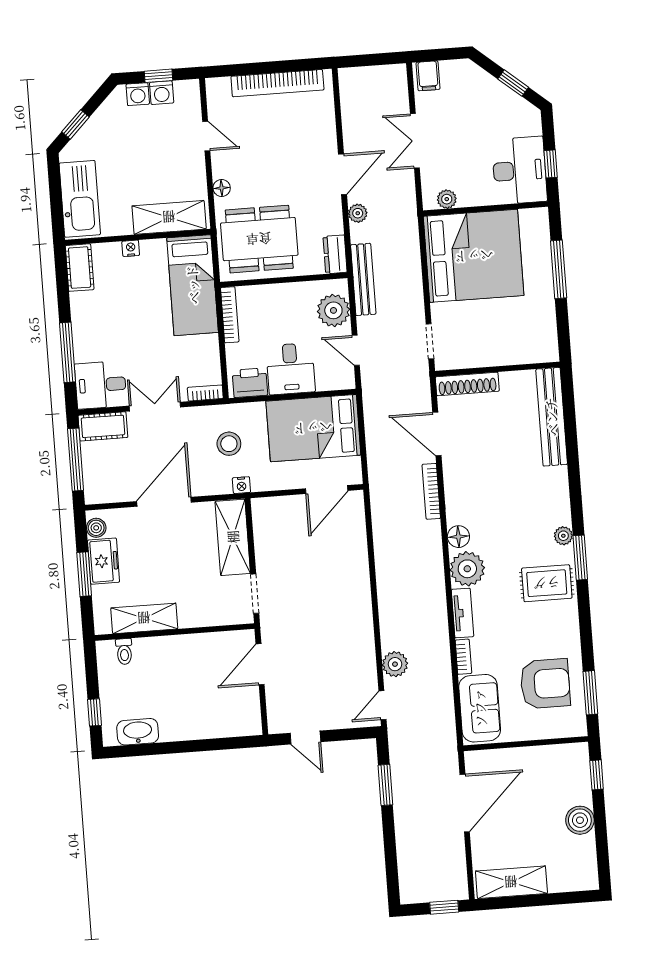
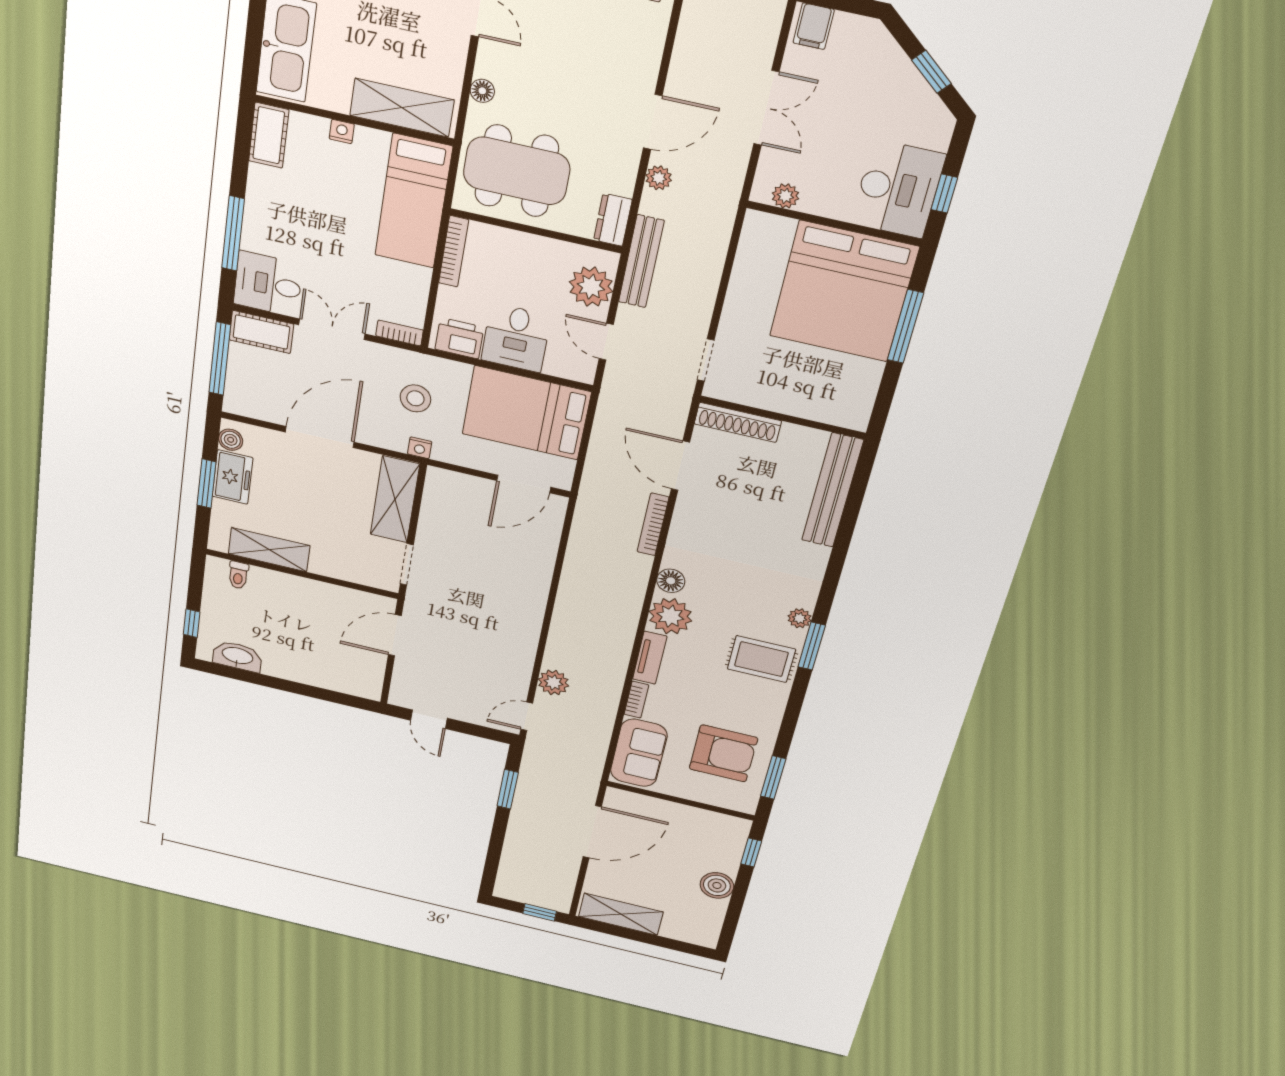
double door: (415, 141) -> (766, 108), swing flipped
bed: (474, 256) -> (844, 292), moved, turned 90

